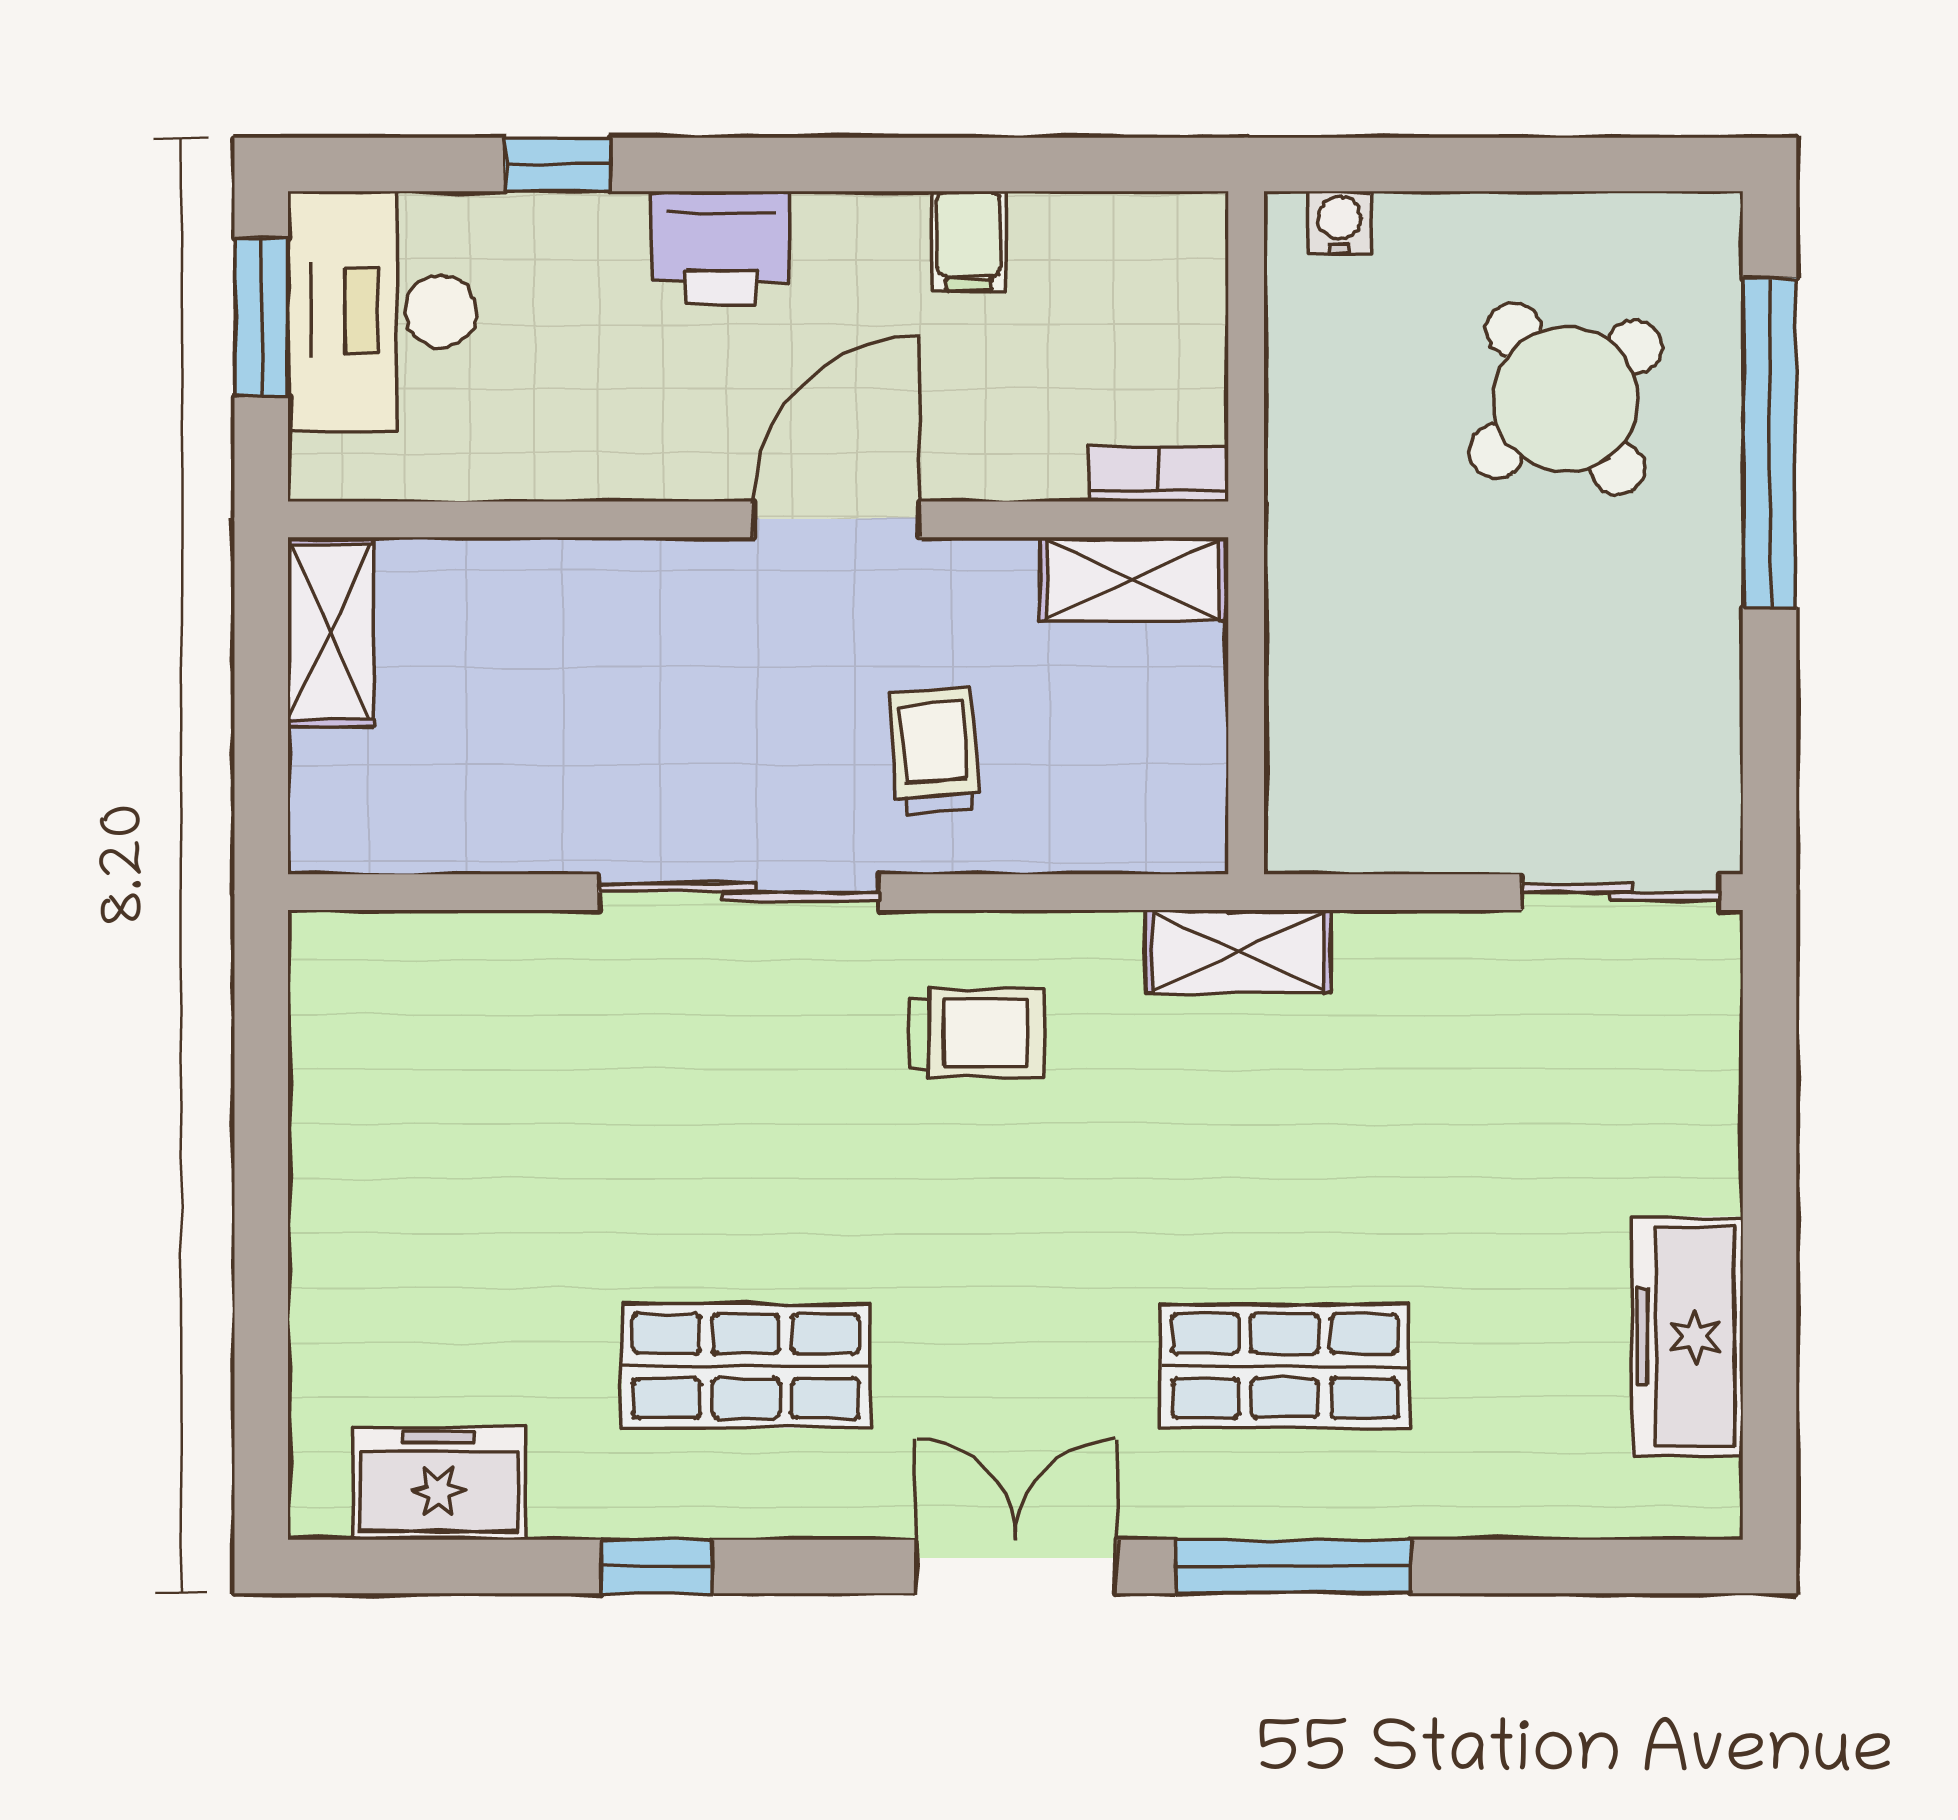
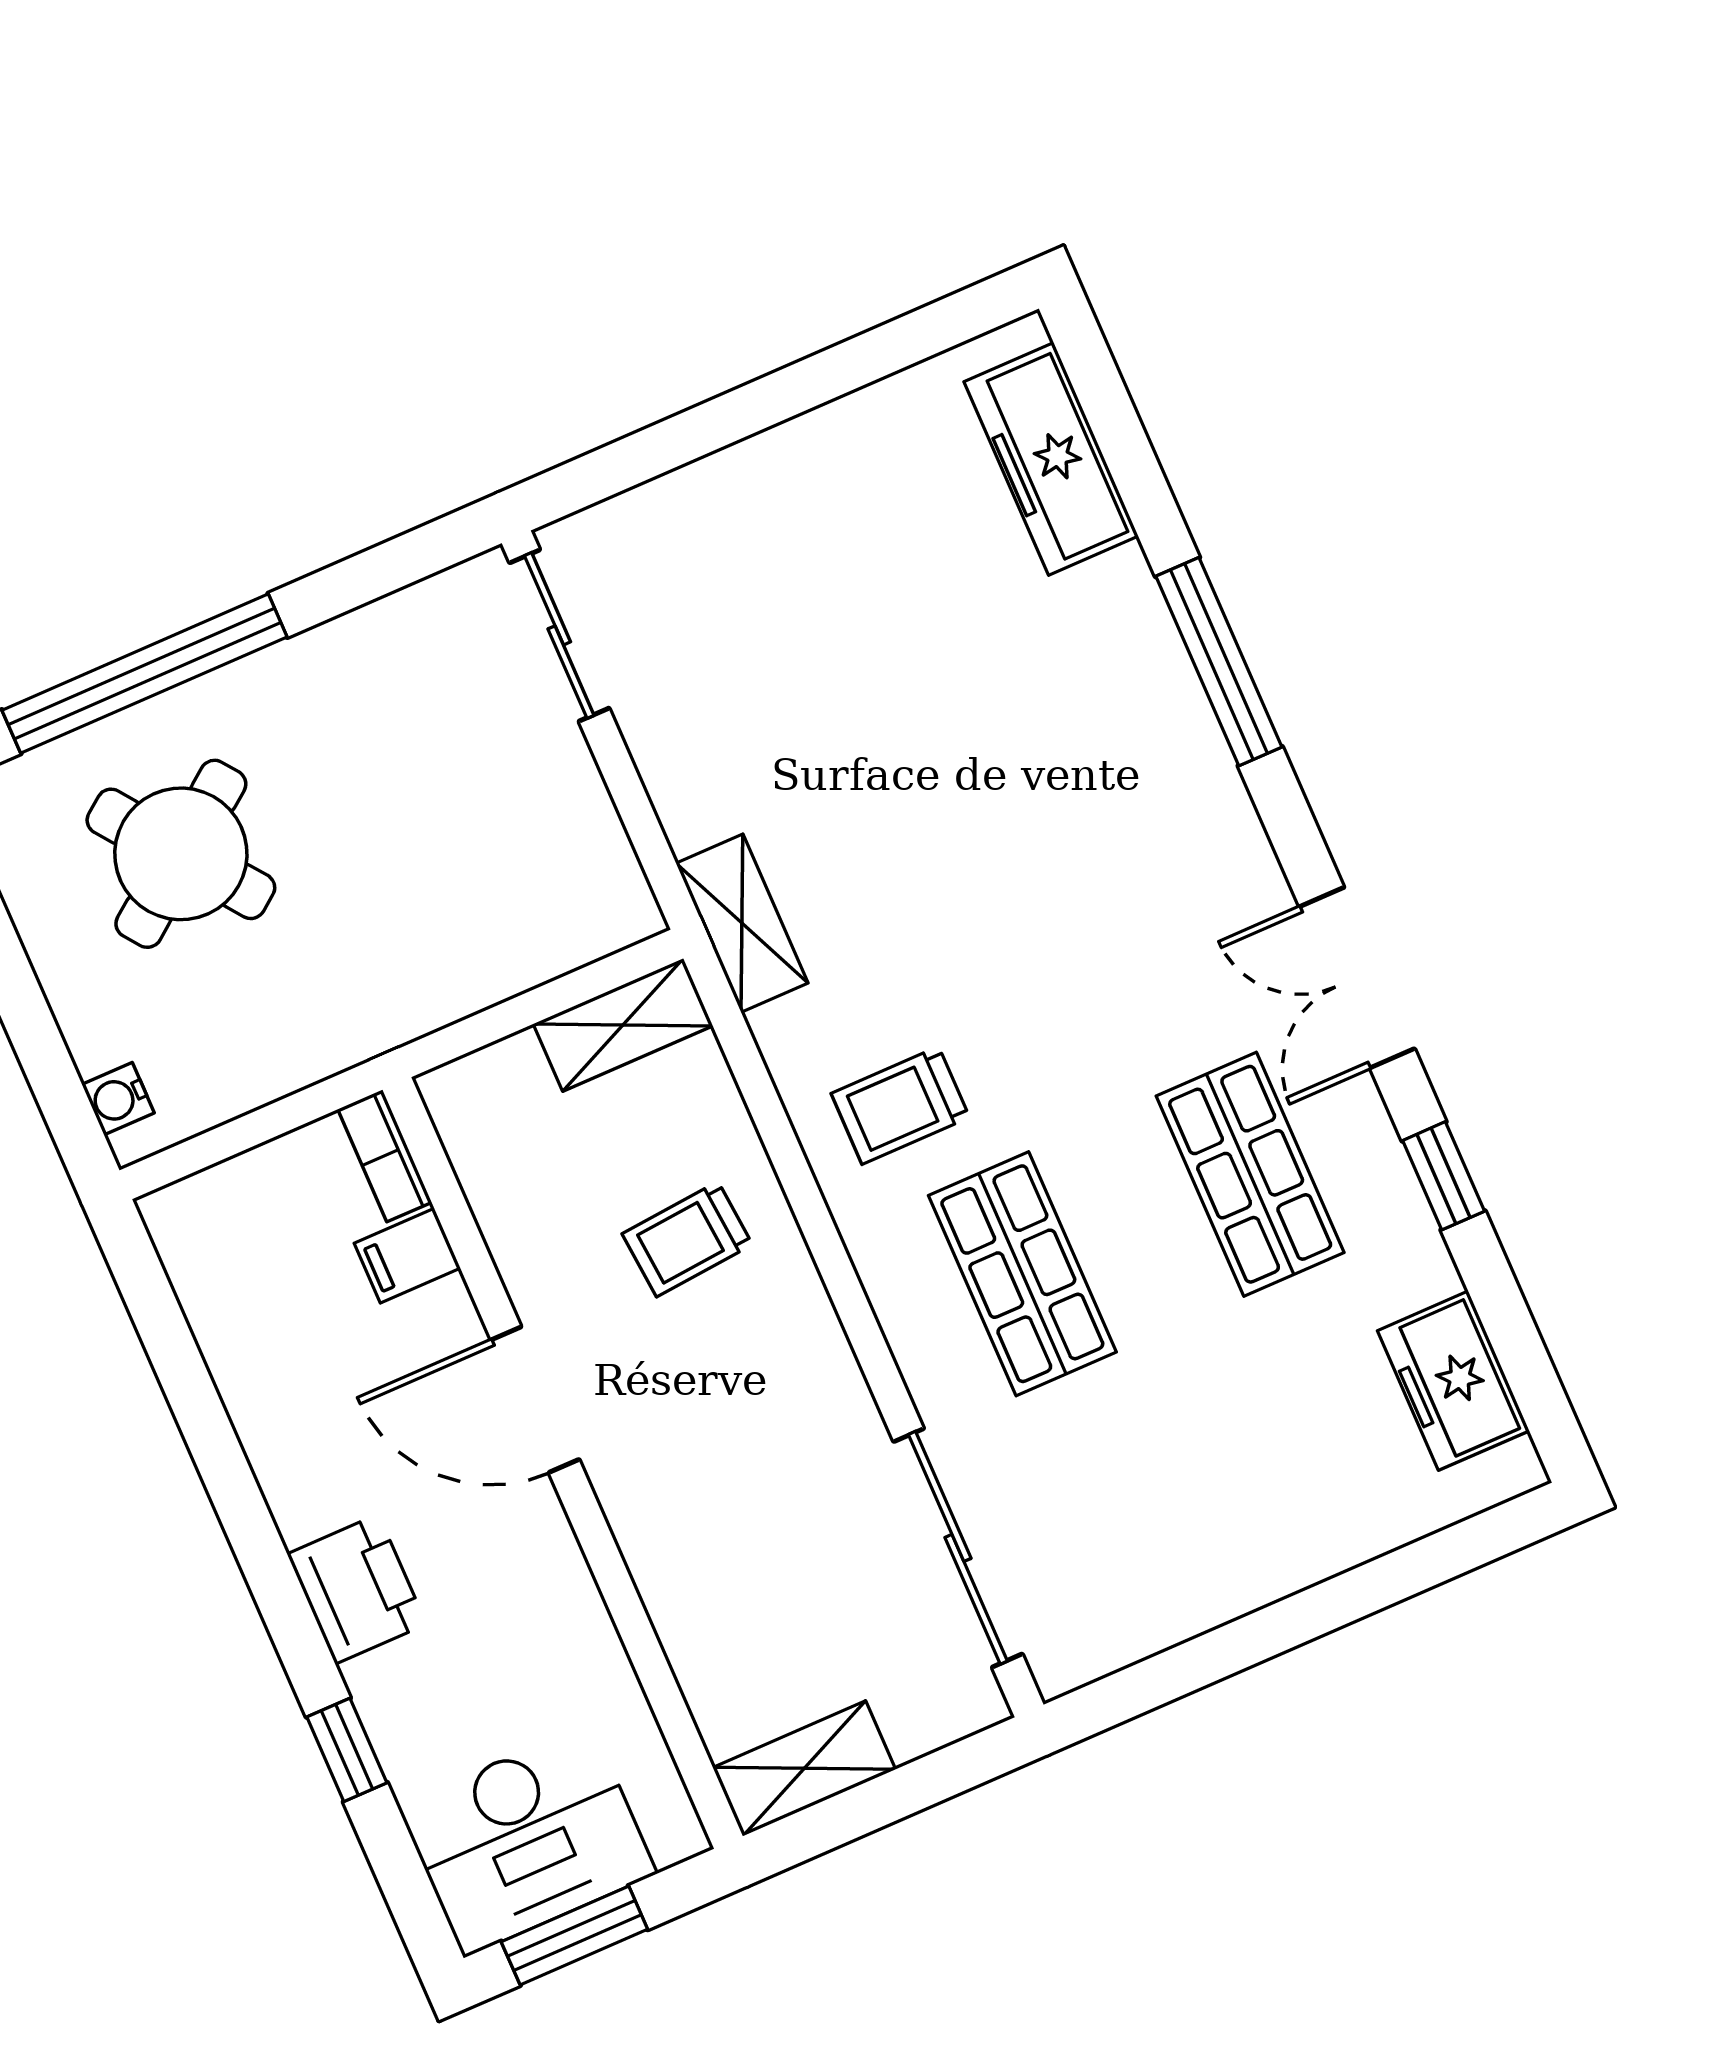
filing cabinet: (969, 241) -> (407, 1256), moved, turned 180
shelving: (1133, 579) -> (623, 1025), moved, turned 90
sliding door: (739, 892) -> (958, 1548), moved
trolley: (977, 1033) -> (900, 1105), turned -90
freezer: (1687, 1337) -> (1051, 459), moved, turned 90
shop shelf: (1285, 1366) -> (1022, 1274), moved
double door: (1016, 1566) -> (1357, 978), moved

